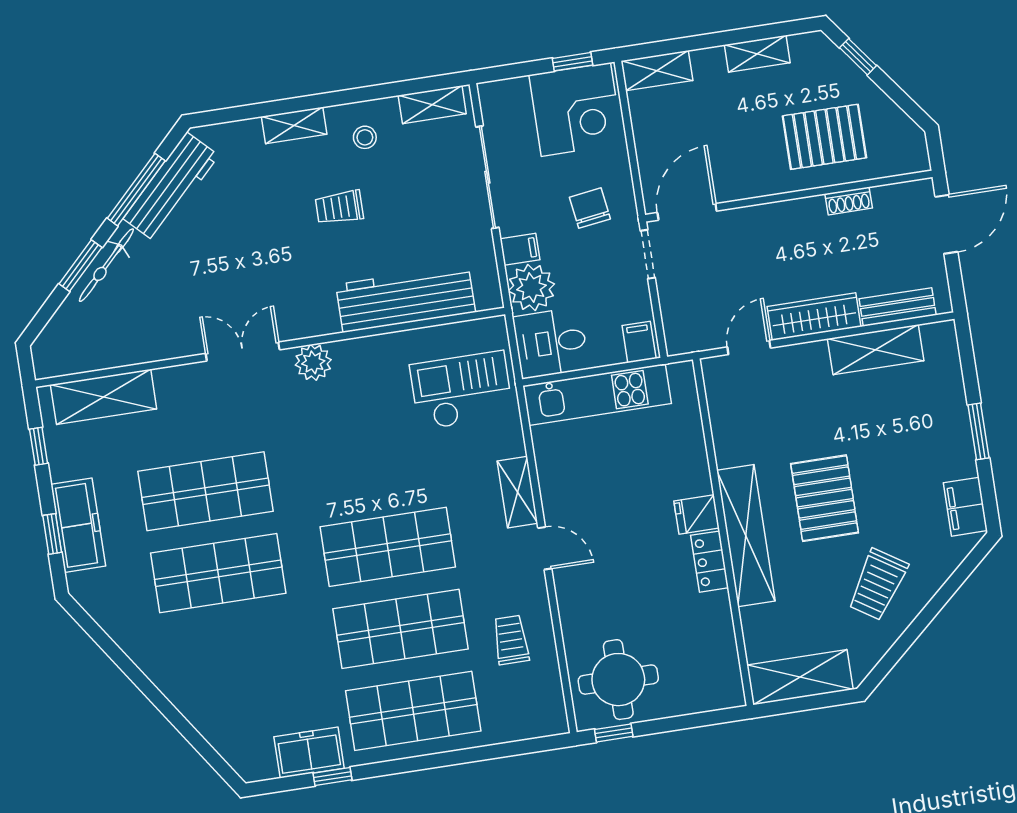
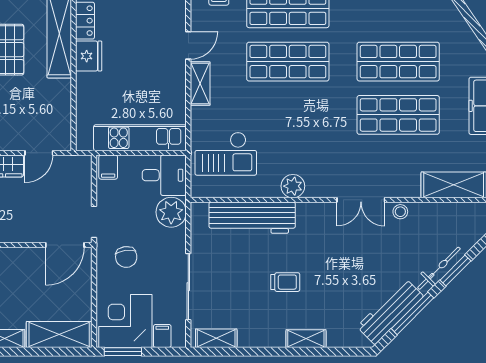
window: (572, 62) -> (123, 352), width x1.50
shelving: (657, 71) -> (59, 334), width x1.50, depth x1.33
stool: (365, 137) -> (400, 212), moved
filing cabinet: (520, 249) -> (162, 336), moved, turned 90
plant: (313, 362) -> (293, 186), moved
fridge: (697, 515) -> (89, 56), width x1.38
door: (545, 548) -> (188, 45), swing flipped

